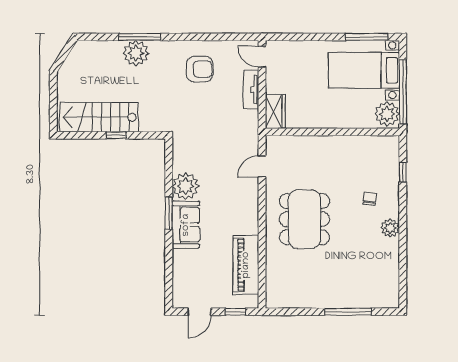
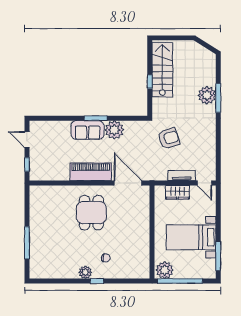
door: (262, 57) -> (204, 183), swing flipped
armchair: (200, 69) -> (169, 138), moved, turned -107
bed with nightstands: (364, 70) -> (191, 237), moved, turned -90
wardrobe: (275, 112) -> (177, 192), moved
door: (262, 166) -> (128, 183), width x1.87
window: (403, 172) -> (97, 281), moved
dining table: (304, 219) -> (91, 213), width x0.73
piano: (246, 265) -> (91, 172), moved

